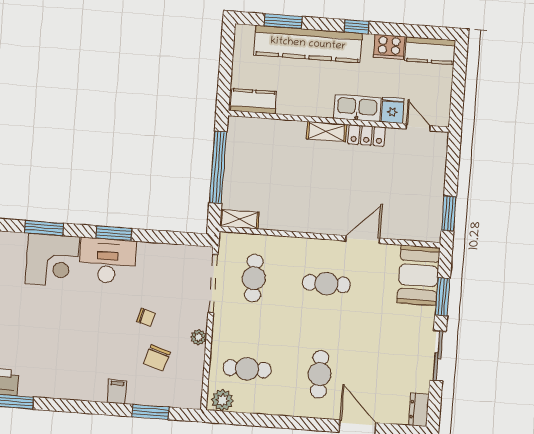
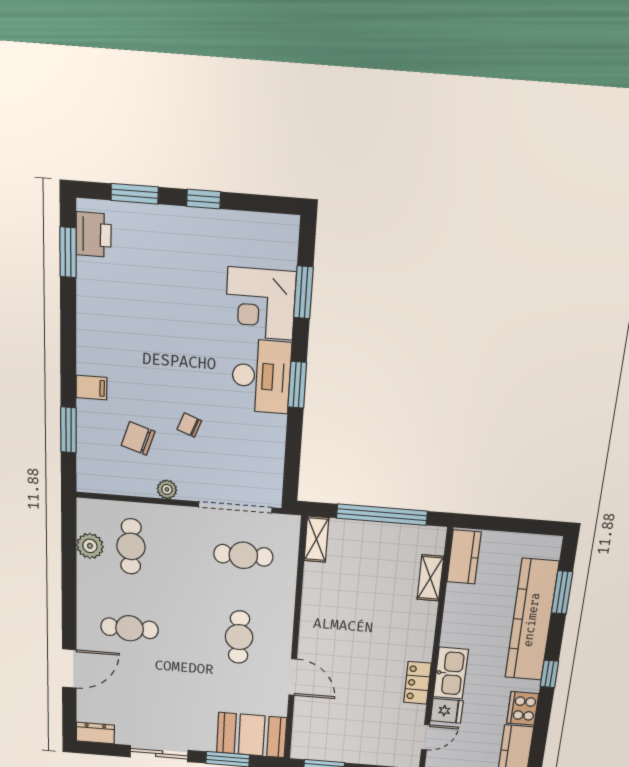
shelving: (326, 132) -> (430, 578), moved
chair: (146, 317) -> (189, 425), turned 95
plant: (222, 400) -> (90, 546), moved

